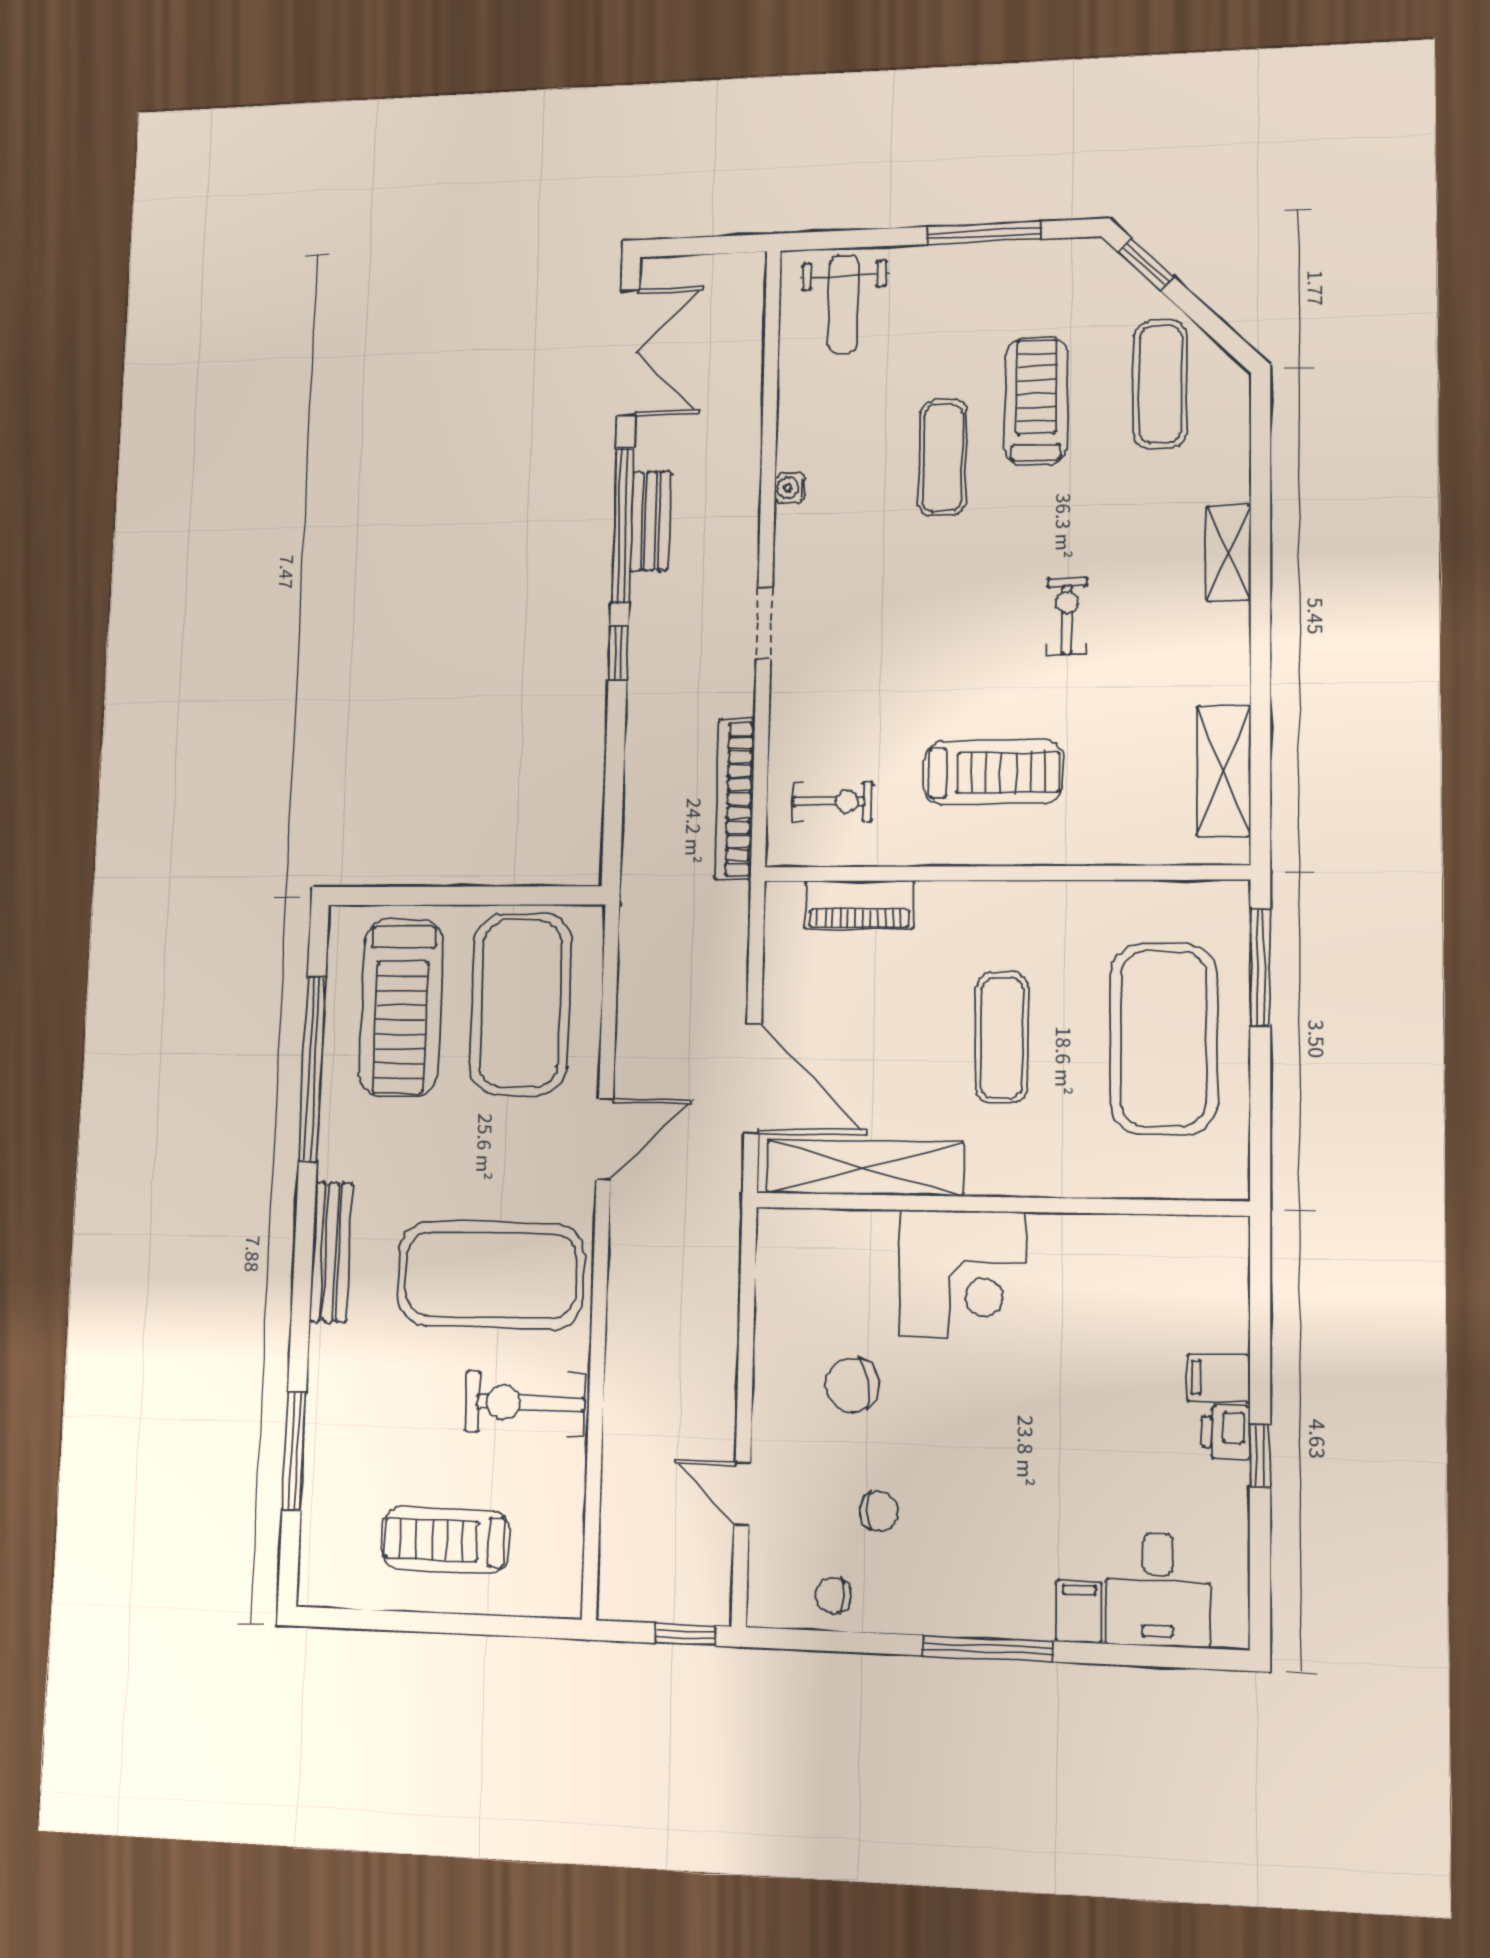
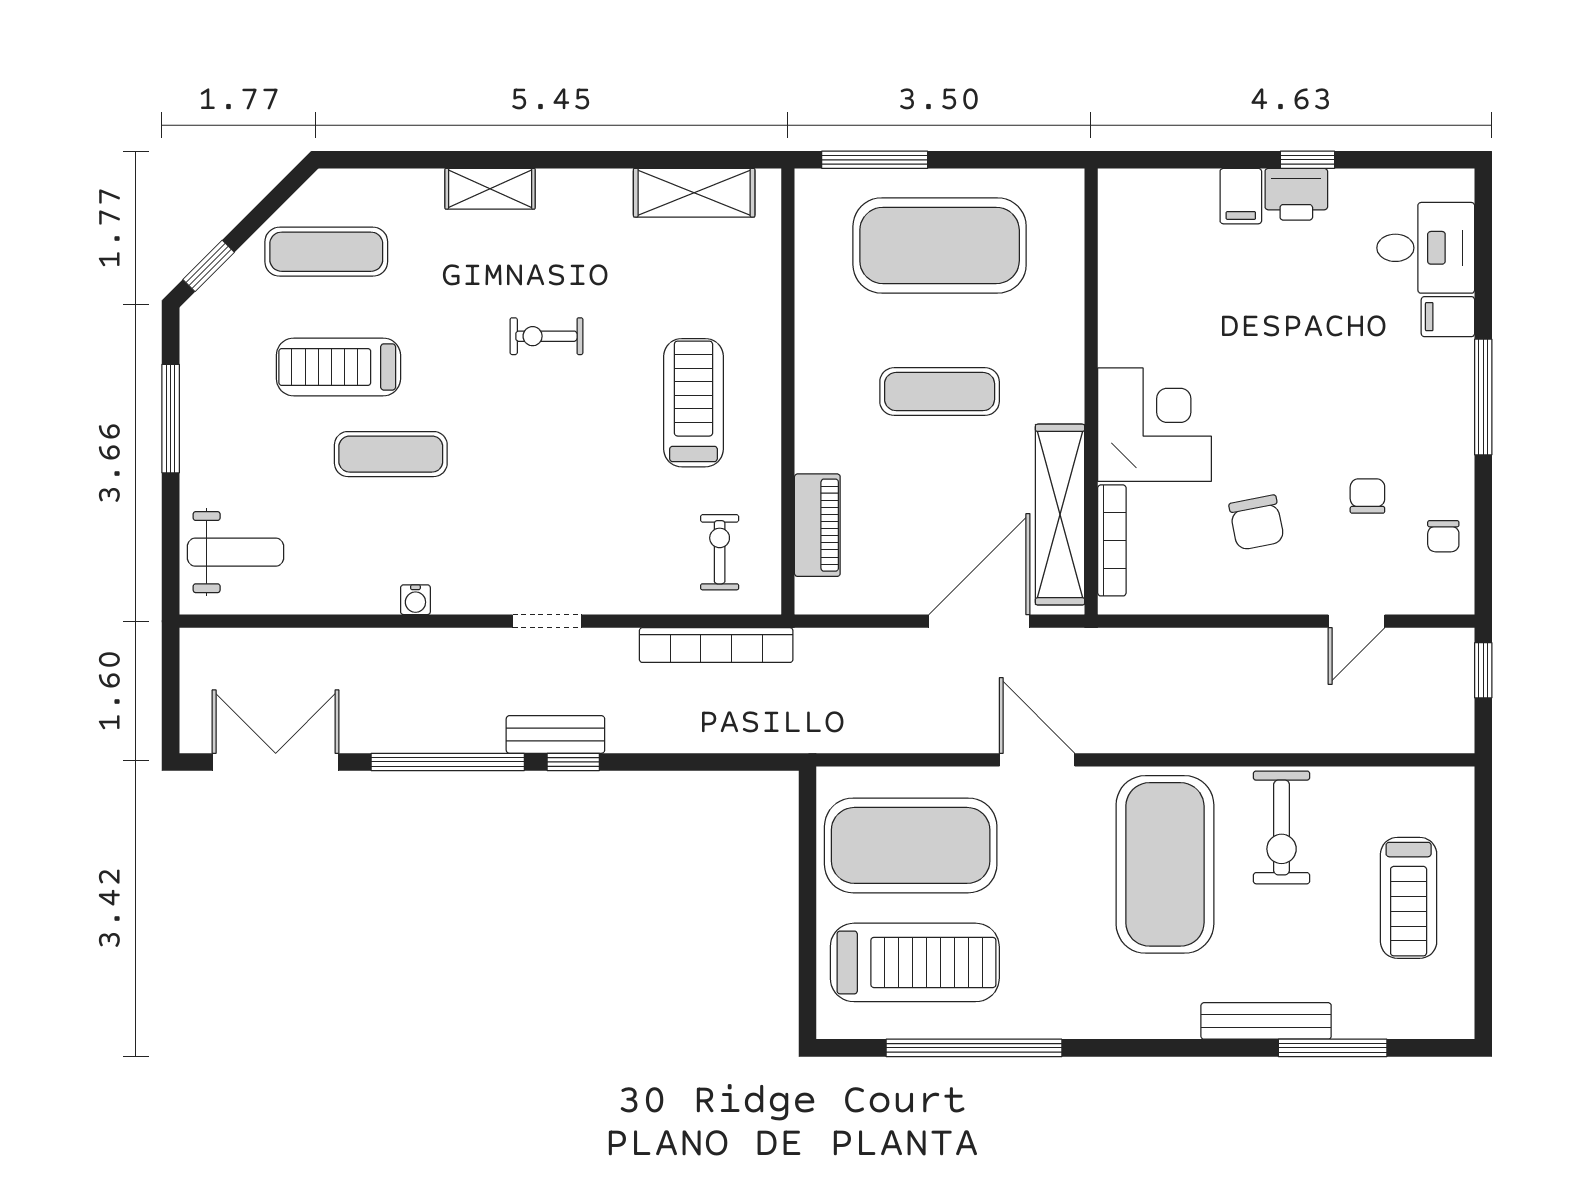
bench: (651, 521) -> (555, 734), moved
bookcase: (836, 1224) -> (1112, 540), added
bench: (331, 1252) -> (1266, 1021), moved
printer: (1226, 1432) -> (1296, 194), width x1.36, depth x1.24

